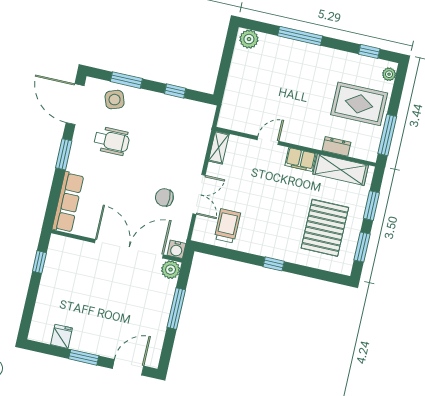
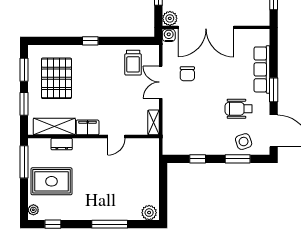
chair: (164, 197) -> (187, 74), turned 90
row of seats: (68, 202) -> (262, 69), moved

